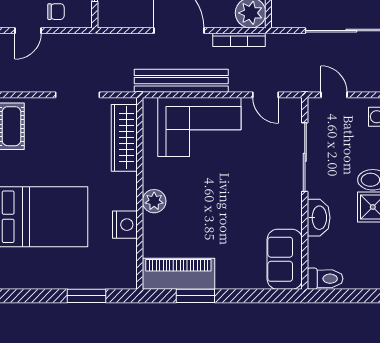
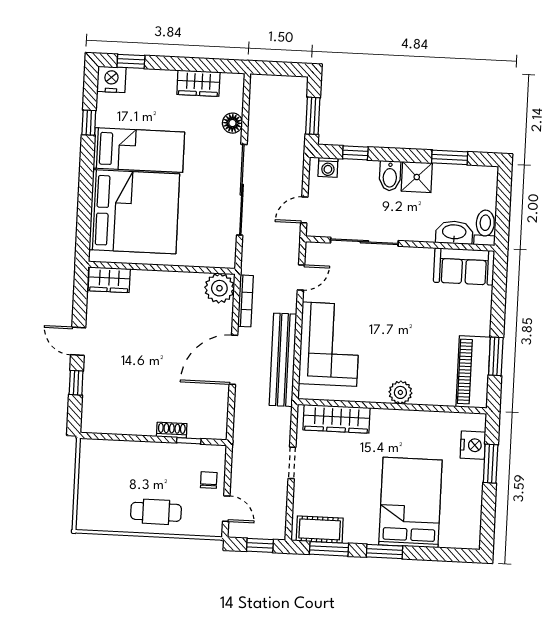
doorway: (78, 95) -> (292, 463), width x0.73
washbasin: (319, 218) -> (454, 232), moved
nightstand: (125, 225) -> (473, 445), moved, turned 90

